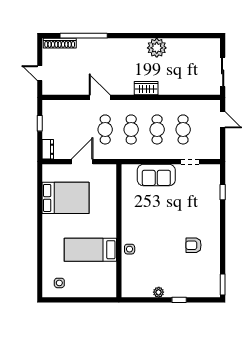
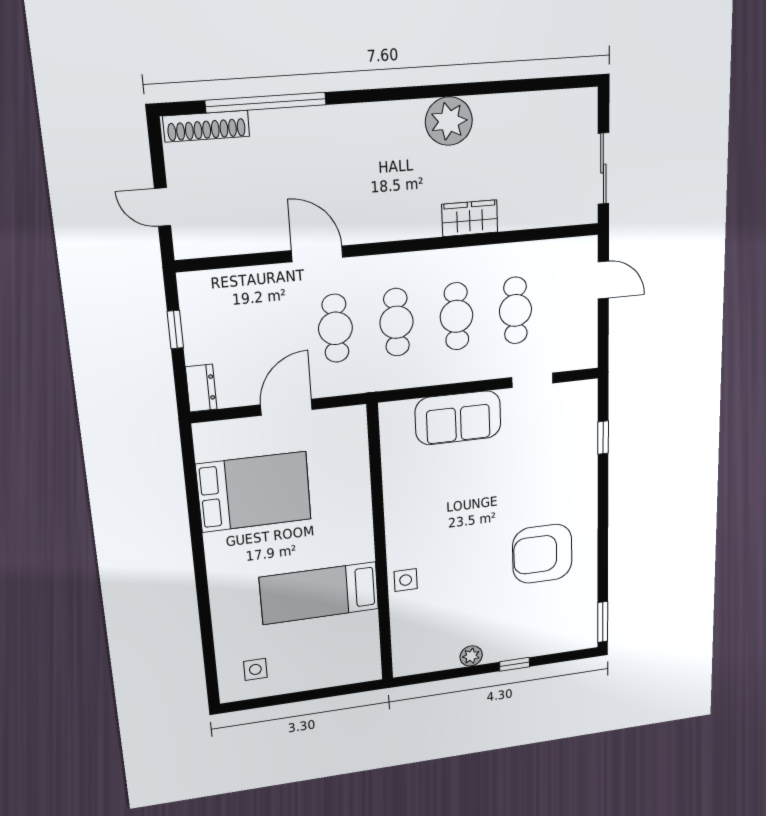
wardrobe: (146, 88) -> (470, 218), moved
armchair: (193, 245) -> (542, 554), width x1.88, depth x1.88

